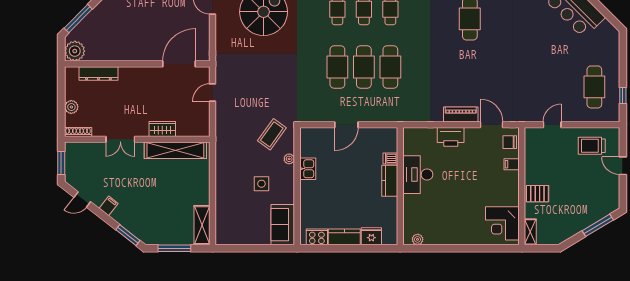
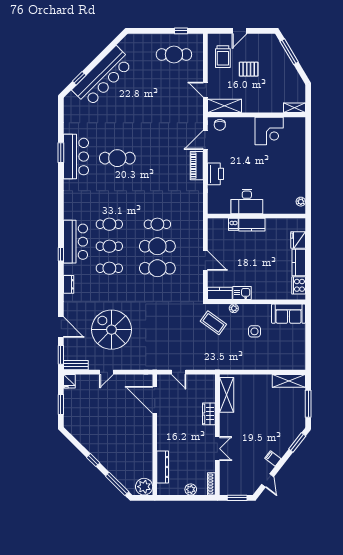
cafe table: (390, 67) -> (157, 224), width x0.73, depth x0.74
kitchen counter: (307, 142) -> (220, 293), added
shelving: (533, 148) -> (224, 106), added
shelving: (175, 150) -> (227, 395), width x0.68
filing cabinet: (512, 164) -> (238, 123), removed
pallet: (537, 194) -> (249, 69), moved, turned 90
corner desk: (502, 223) -> (269, 131), moved

